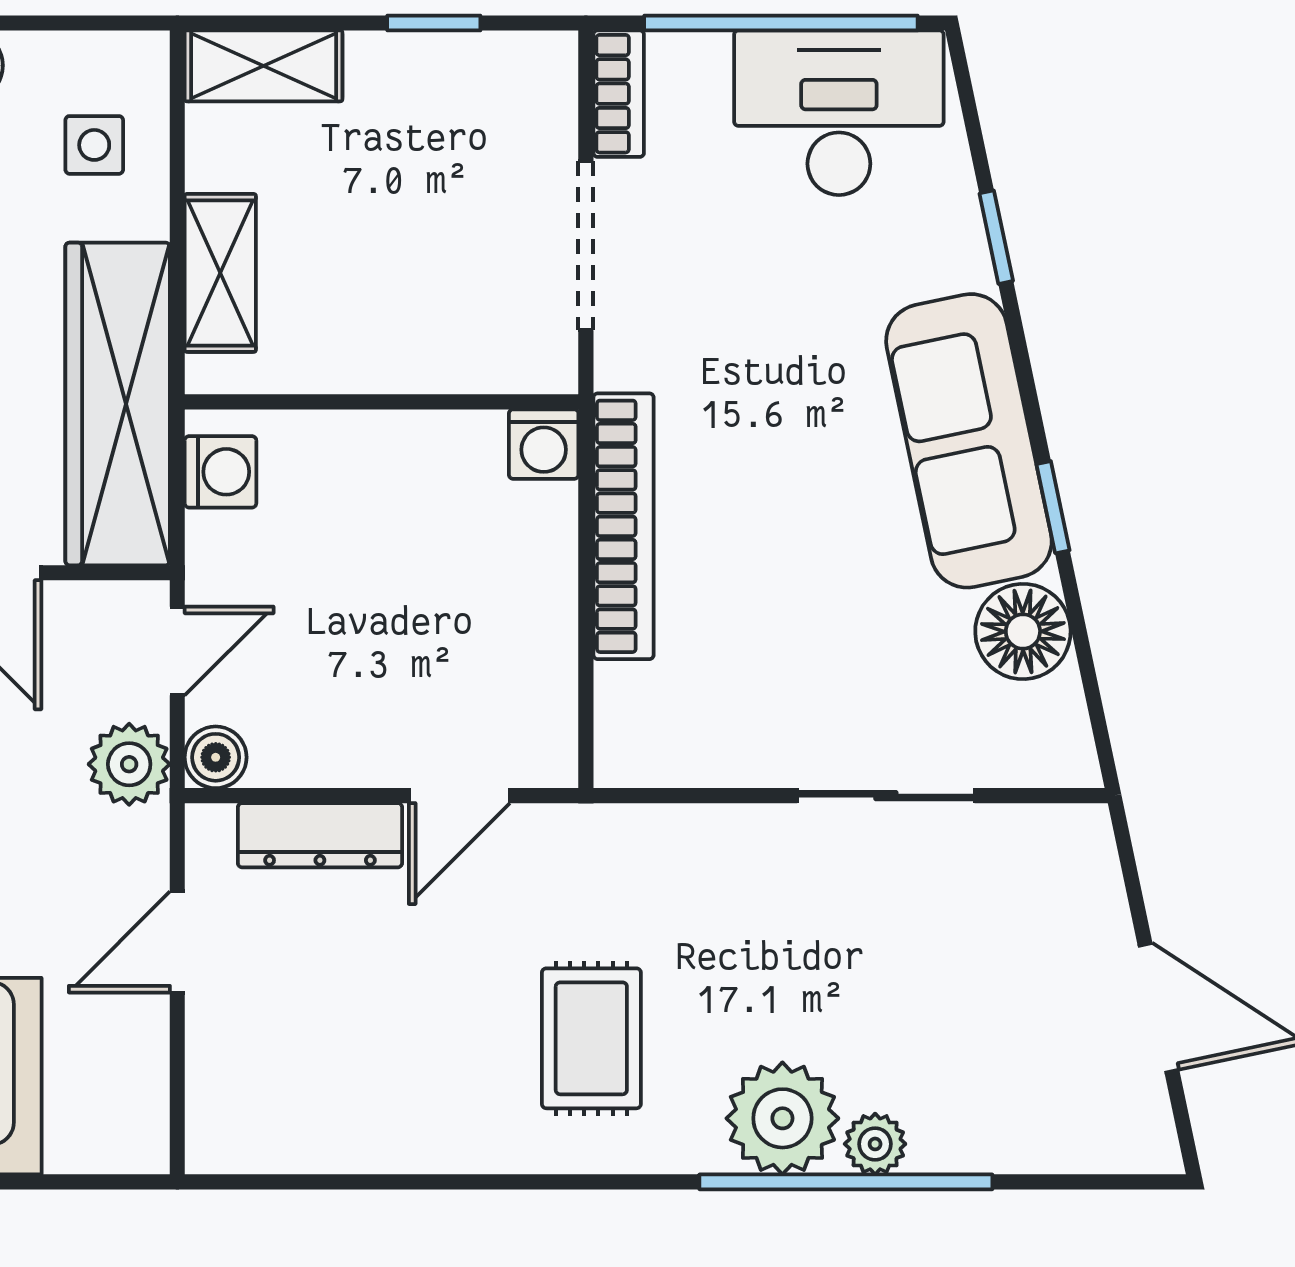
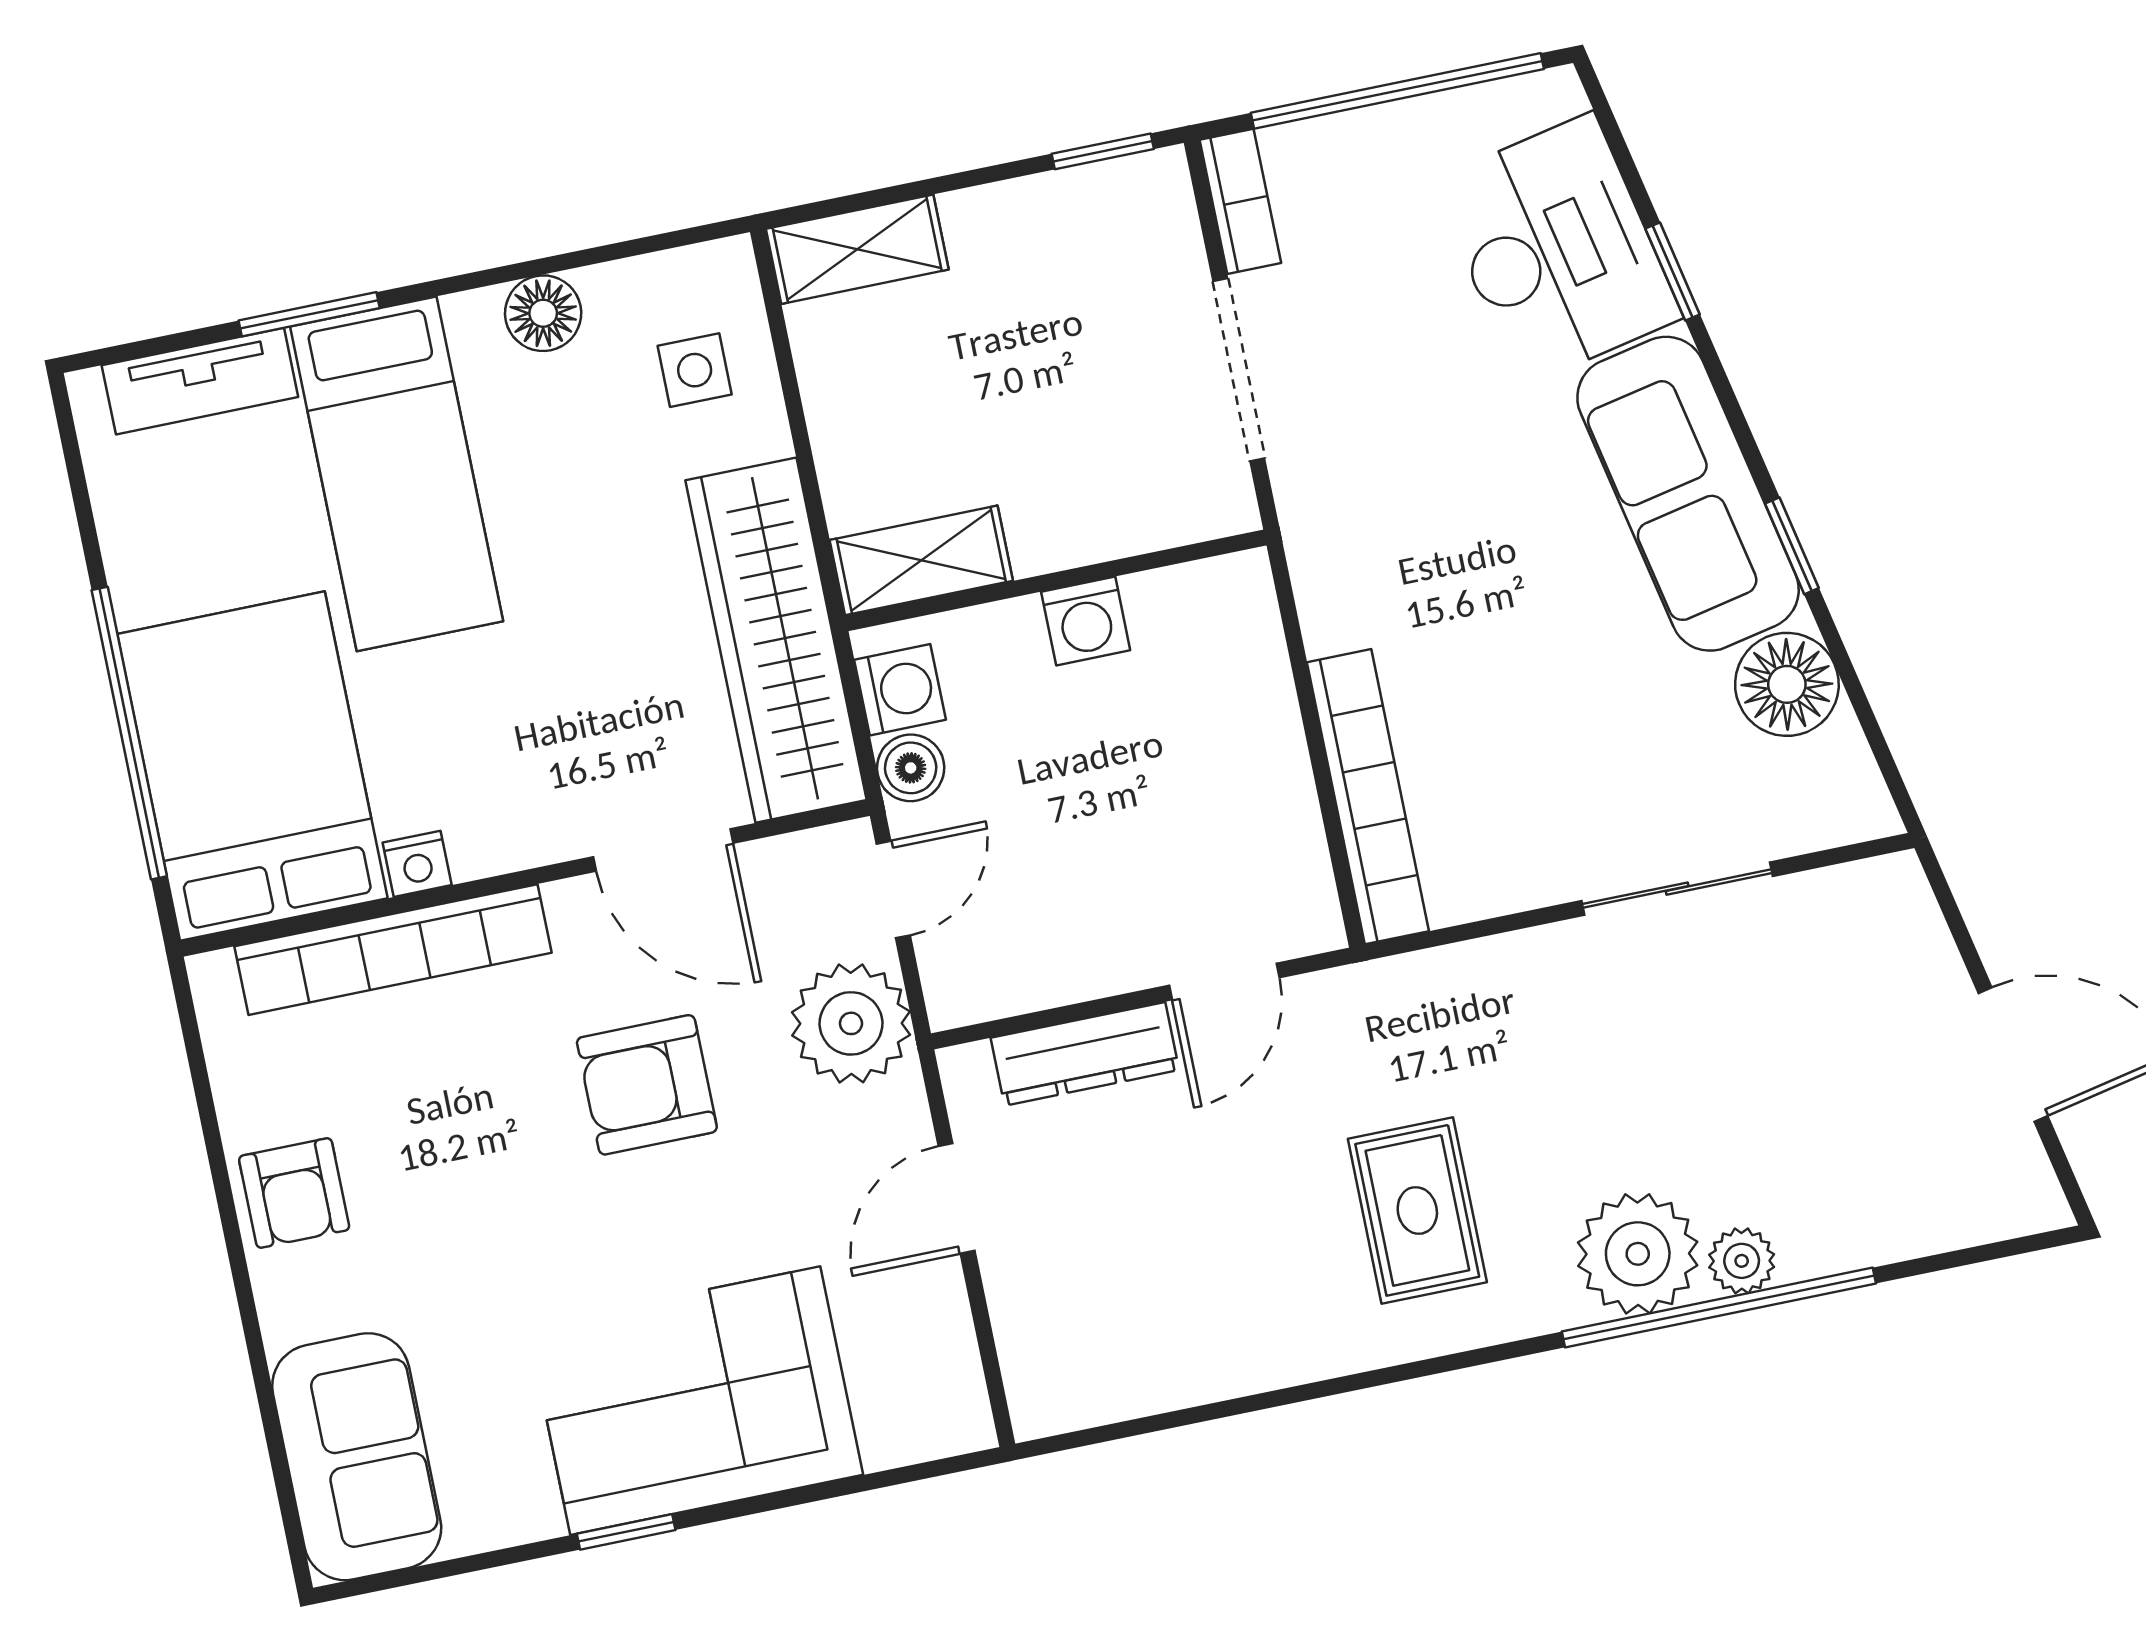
window: (434, 23) -> (1103, 151), moved
desk: (839, 113) -> (1557, 249), moved, turned 78
shelving: (220, 273) -> (921, 560), moved, turned 90
washing machine: (544, 444) -> (1086, 621), moved
bookcase: (624, 526) -> (1368, 797), moved
boiler: (216, 757) -> (911, 768), moved
plant: (129, 764) -> (851, 1023), width x1.36, depth x1.36

